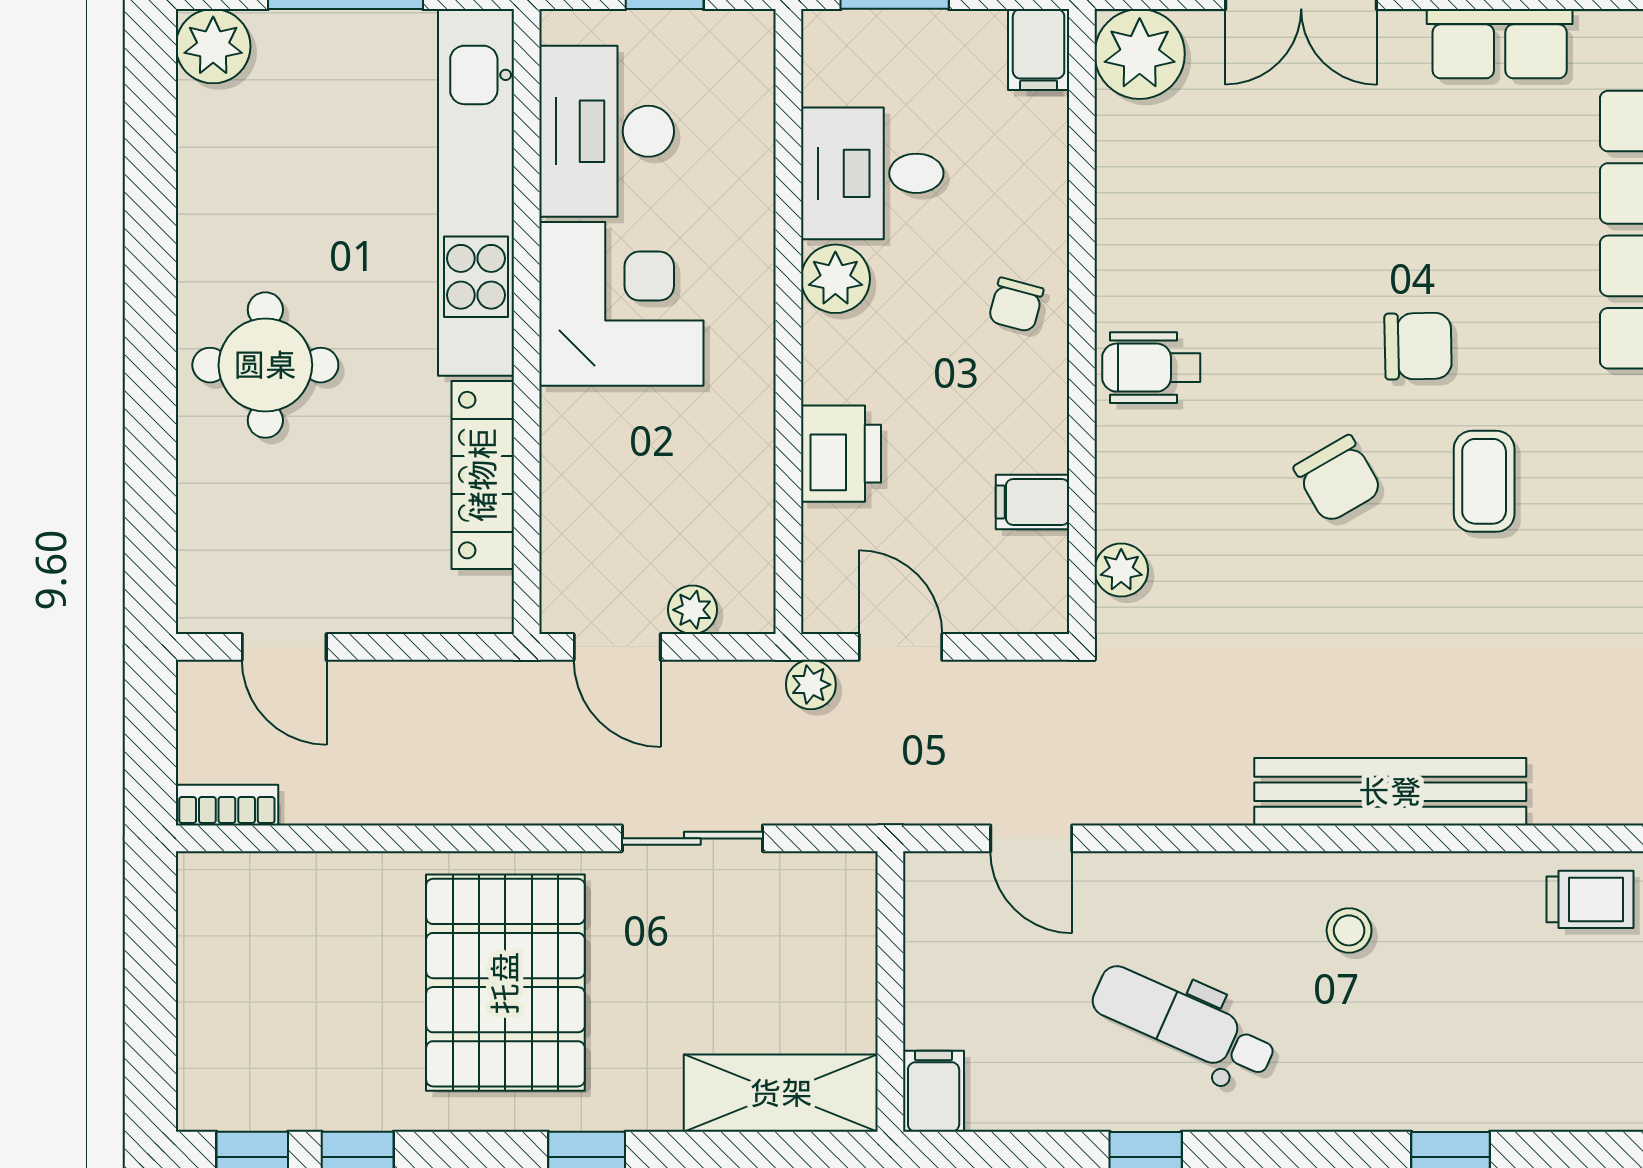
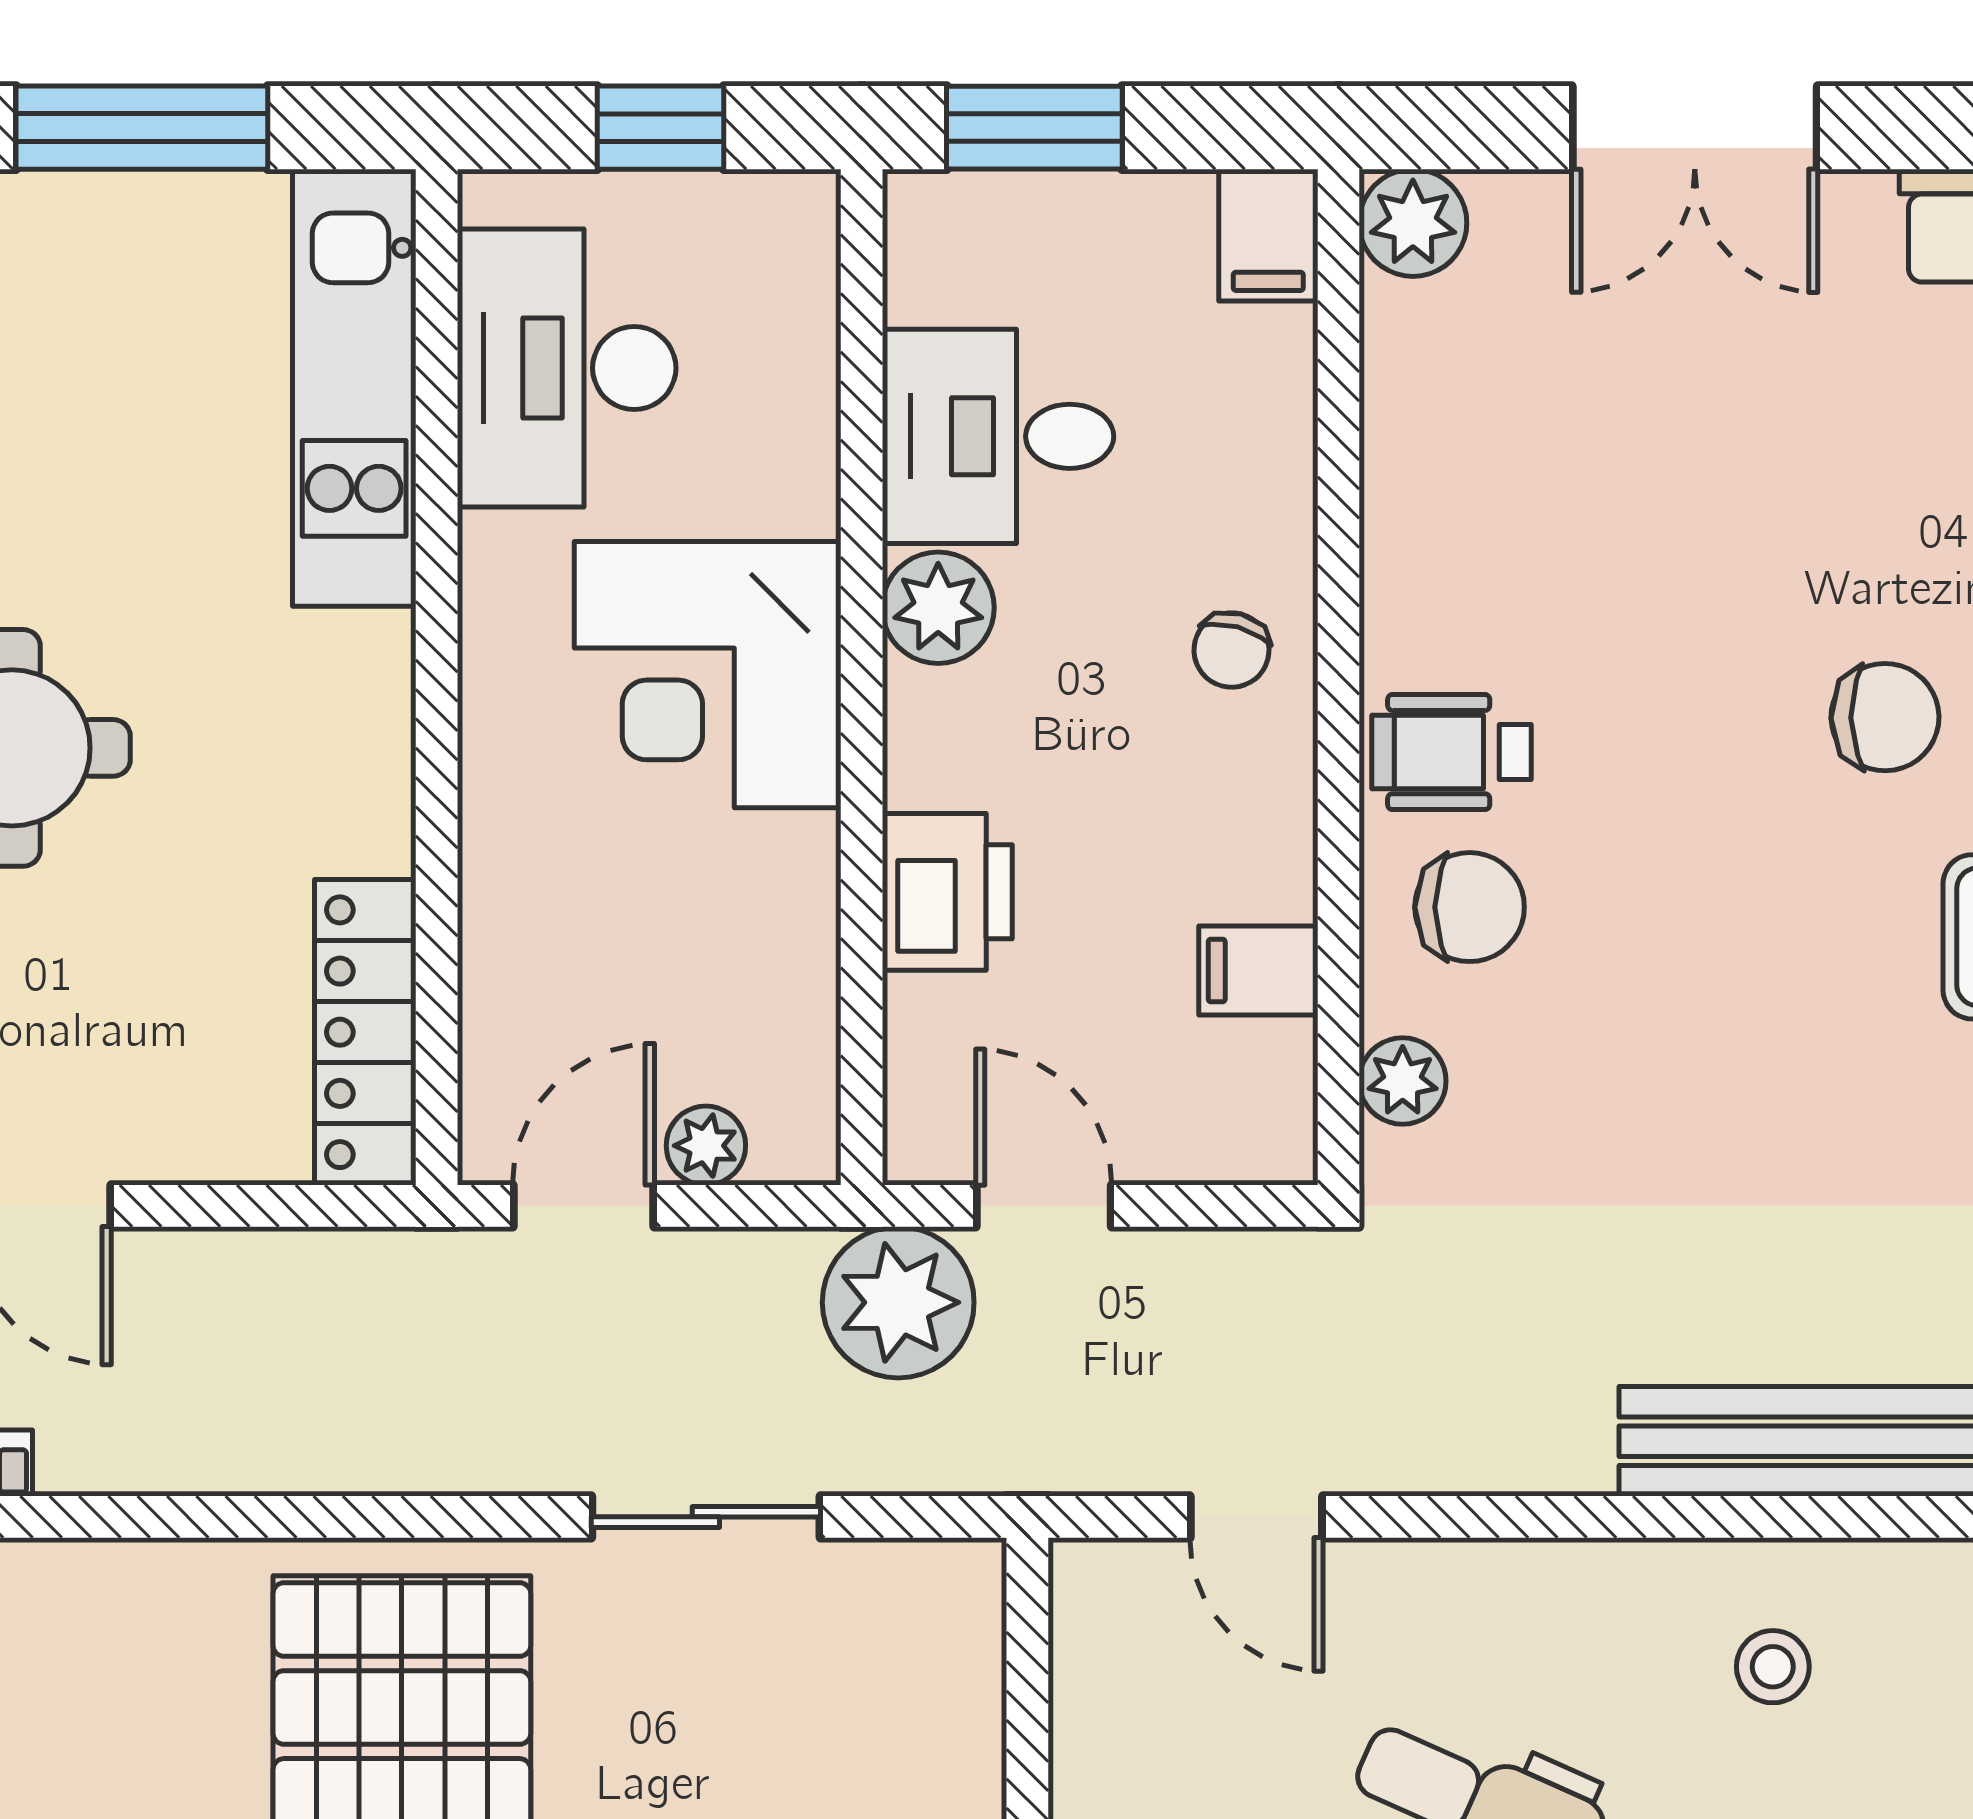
plant: (1140, 54) -> (1413, 223), width x0.73, depth x0.73
kitchen unit: (476, 192) -> (354, 388), width x0.73
corner desk: (621, 304) -> (708, 675), moved, turned 180
locker: (483, 475) -> (365, 1032), moved
chair: (1338, 479) -> (1470, 907), moved, turned -60
door: (617, 647) -> (584, 1206), swing flipped
plant: (811, 685) -> (898, 1302), width x1.88, depth x1.88

